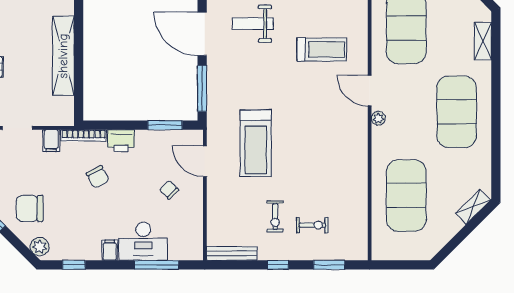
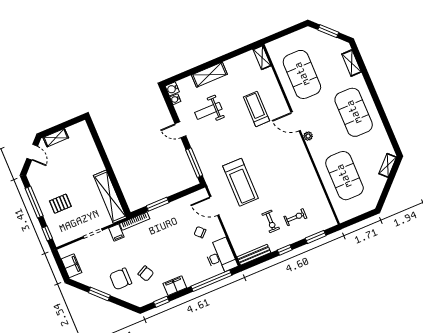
door: (202, 34) -> (180, 130), width x0.53
treadmill: (322, 50) -> (256, 109), turned -90
shelving: (63, 56) -> (110, 197), moved
window: (165, 125) -> (158, 204), moved
printer: (121, 141) -> (159, 215), removed
chair: (98, 177) -> (146, 274), moved
desk: (143, 241) -> (221, 256), moved, turned -90
plant: (40, 247) -> (136, 299), removed
filing cabinet: (110, 250) -> (175, 286), width x2.00
window: (157, 265) -> (211, 281), width x1.46

